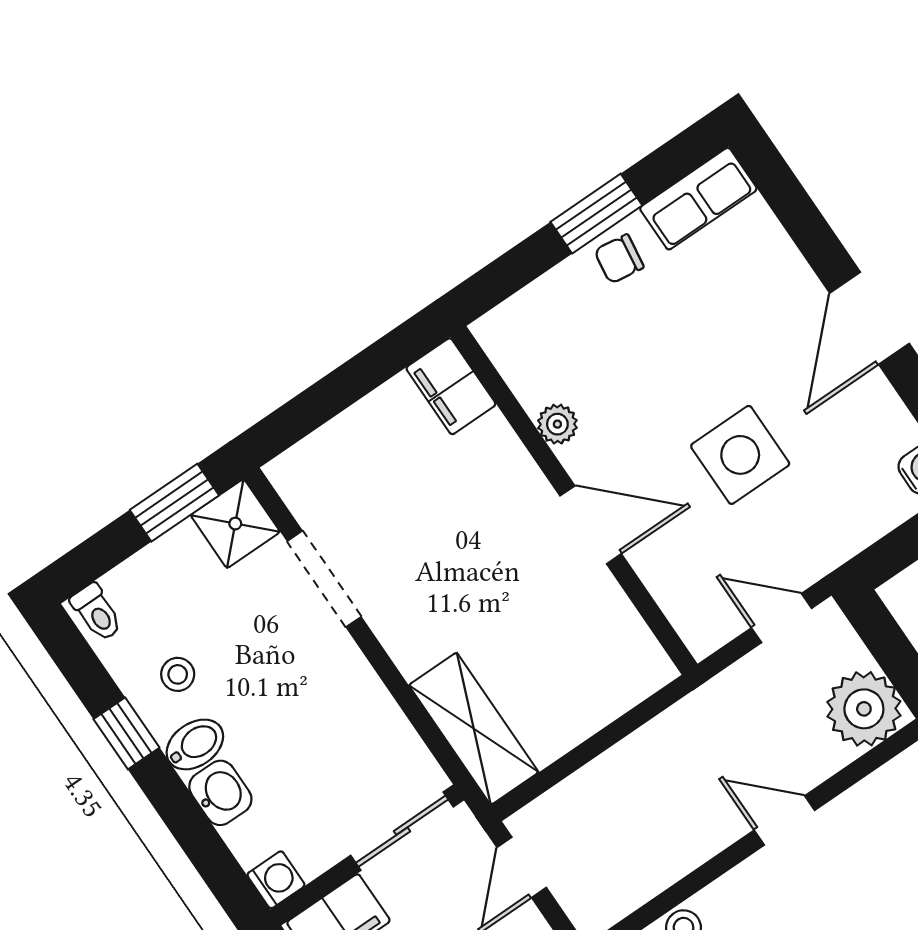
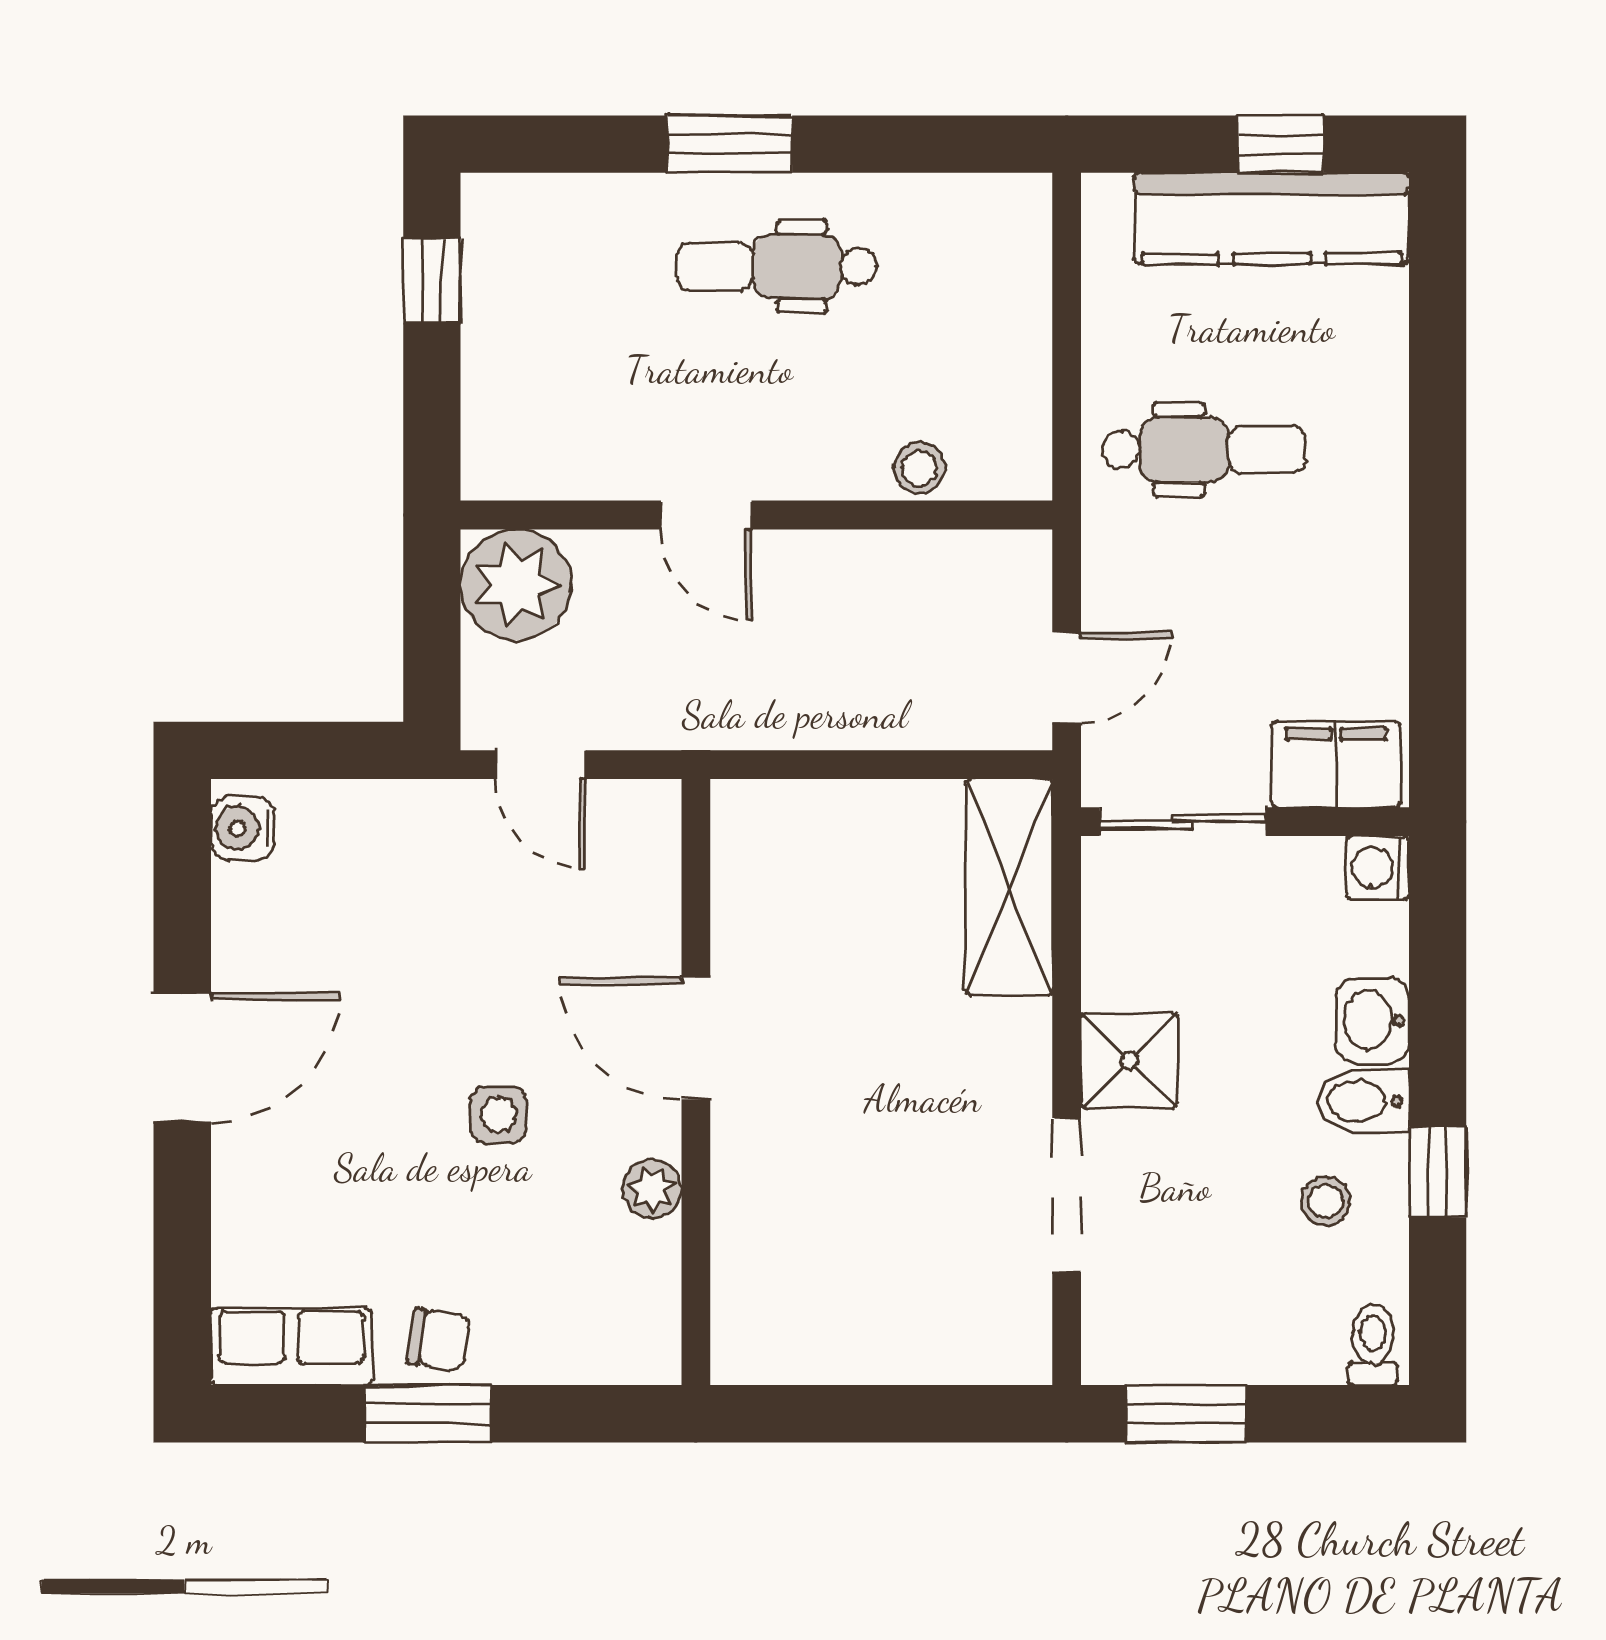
filing cabinet: (451, 386) -> (751, 1324), removed
side table: (740, 455) -> (498, 1115), moved, width x0.54, depth x0.54
shower: (235, 524) -> (1129, 1061), moved

